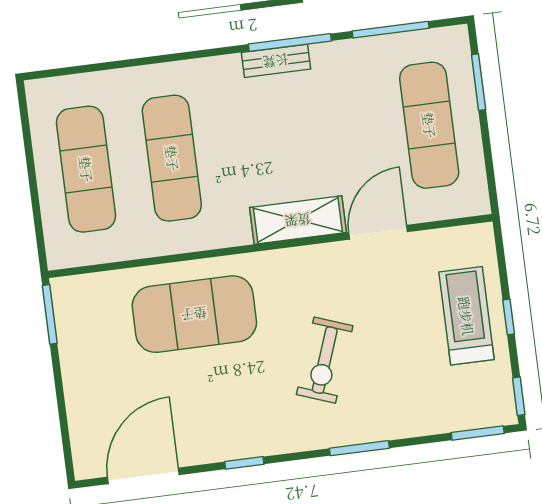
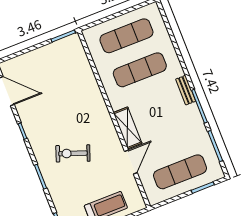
bench: (276, 61) -> (186, 90), moved
door: (378, 232) -> (131, 162), hinge flipped
exercise mat: (194, 314) -> (78, 95), removed

